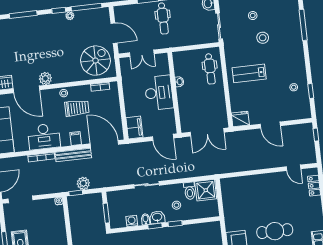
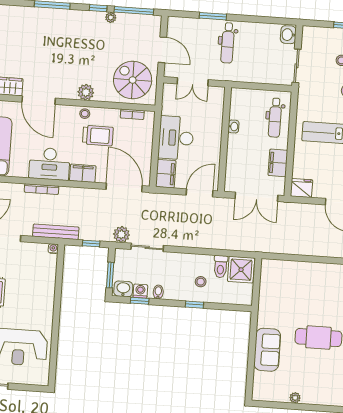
spiral stairs: (96, 61) -> (133, 80), turned -90
plant: (45, 78) -> (86, 92), moved
desk: (159, 93) -> (176, 138), moved, turned 180
filing cabinet: (219, 103) -> (278, 163), added
door: (163, 137) -> (200, 193), swing flipped
filing cabinet: (76, 138) -> (83, 173), width x2.00
bench: (73, 155) -> (56, 232), moved
plant: (83, 183) -> (121, 234), moved
sliding door: (147, 185) -> (147, 247), moved
window: (76, 193) -> (91, 243), moved
washbasin: (157, 217) -> (123, 289), moved
window: (155, 226) -> (140, 301), moved

